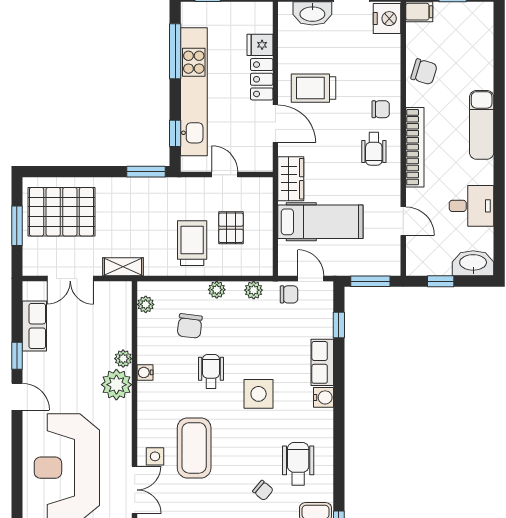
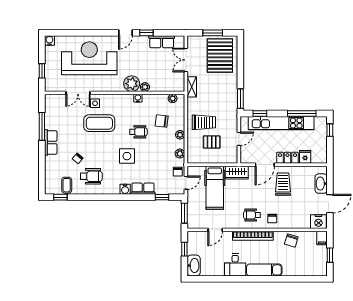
desk: (472, 206) -> (235, 265), moved

